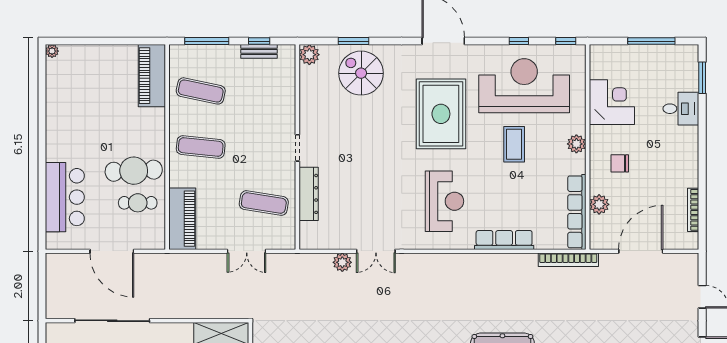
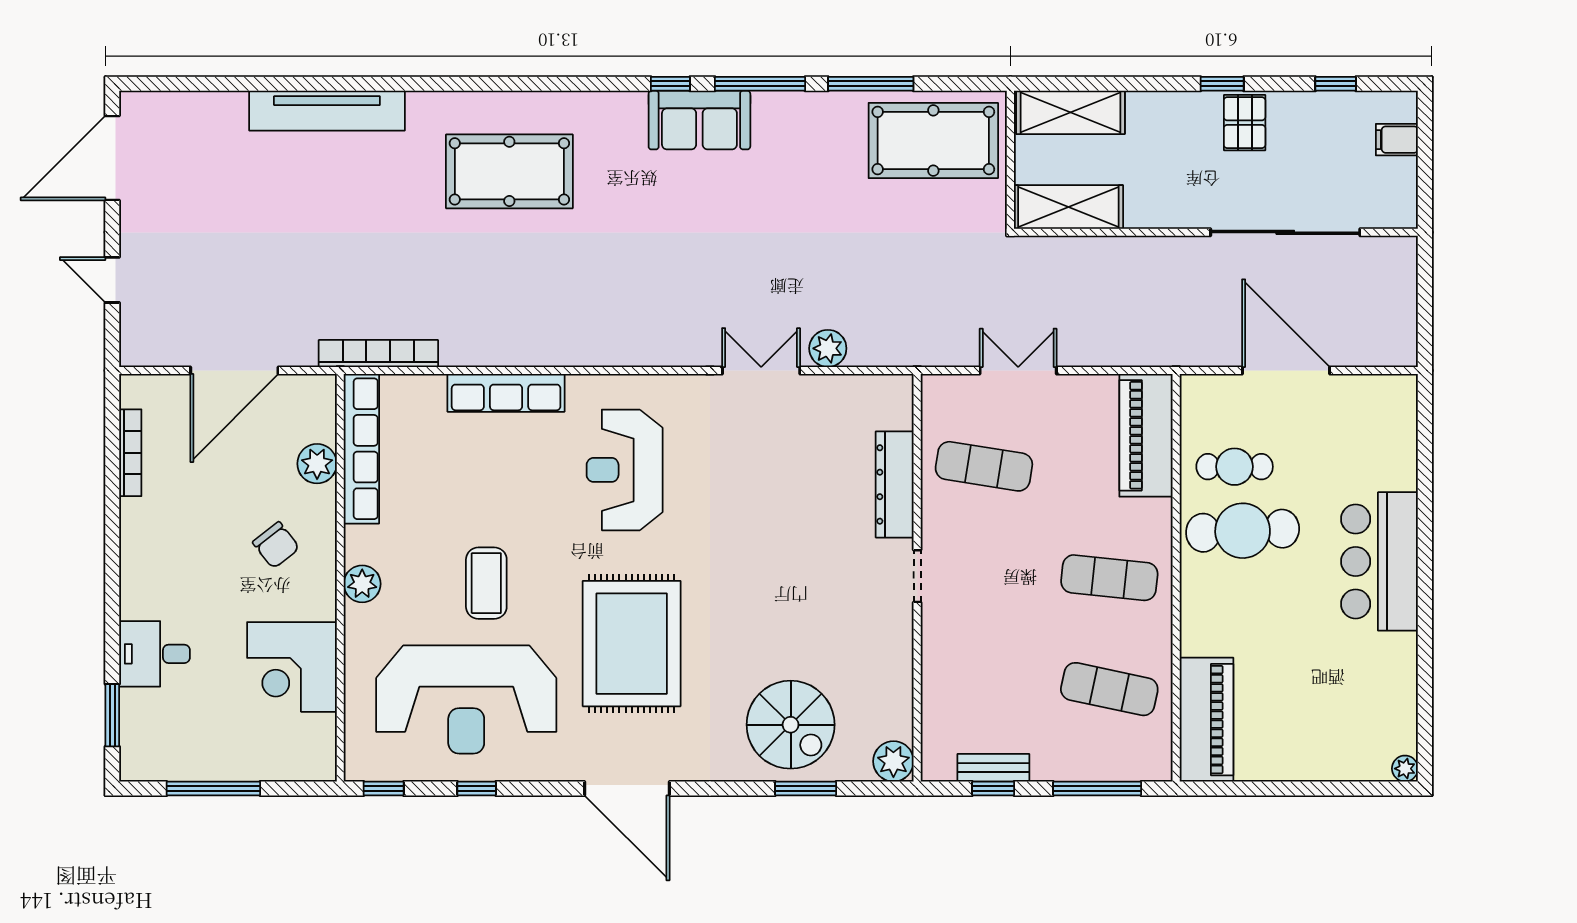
chair: (620, 163) -> (276, 545), turned 52
bar counter: (65, 197) -> (1379, 561), moved

